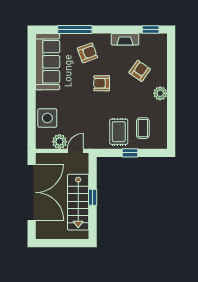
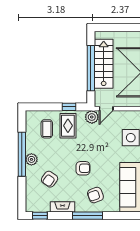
window: (75, 29) -> (88, 216), moved
window: (171, 99) -> (22, 154), added
plant: (59, 142) -> (92, 117), moved
window: (130, 153) -> (69, 107), moved
window: (93, 197) -> (91, 68), width x3.17

